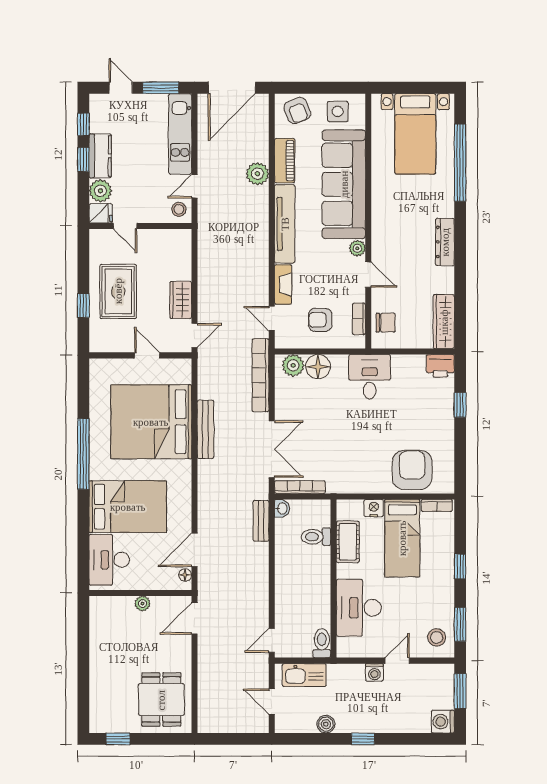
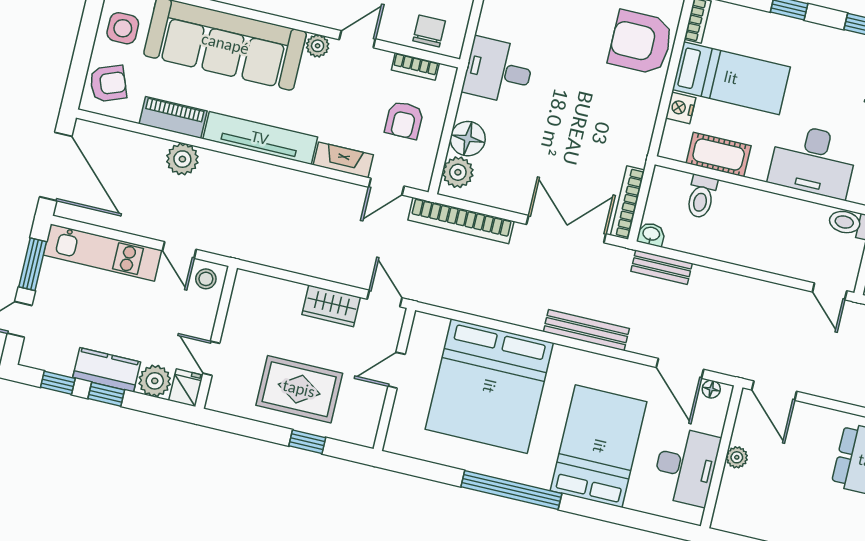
door: (125, 226) -> (211, 358), swing flipped
bench: (205, 429) -> (586, 330), moved
desk: (109, 560) -> (686, 466), moved, turned -90

